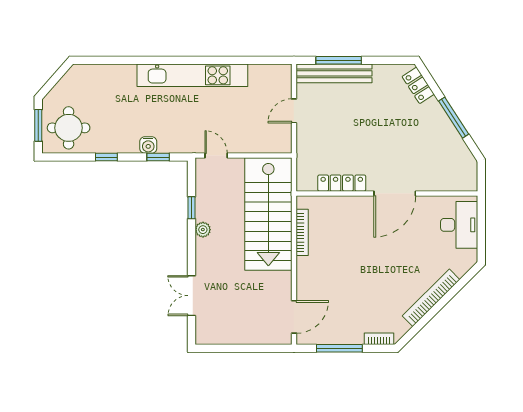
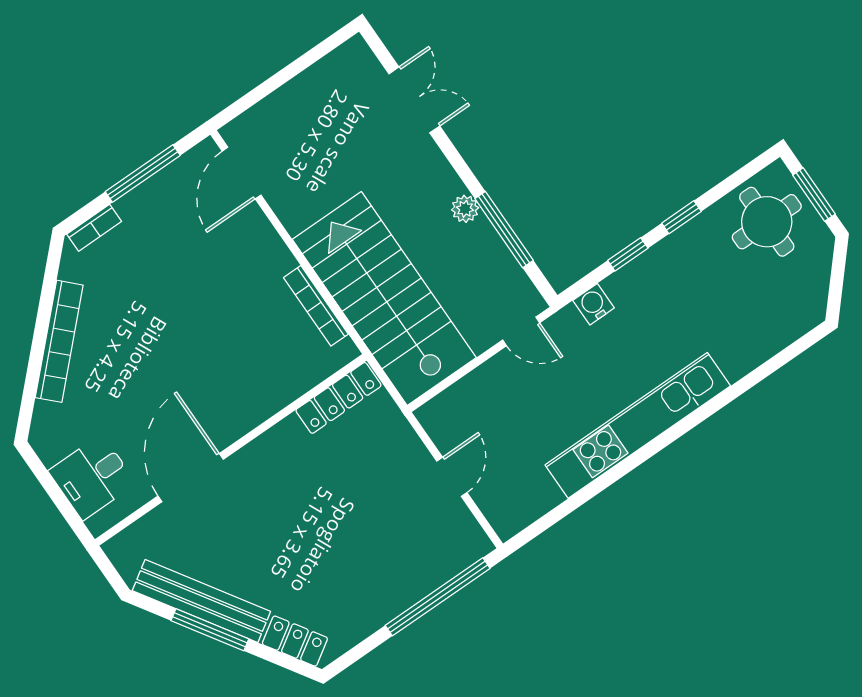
window: (339, 60) -> (438, 597), width x1.46
bench: (334, 73) -> (201, 601), moved, turned 57
water cooler: (148, 145) -> (594, 304), moved
window: (158, 157) -> (628, 254), moved
locker: (342, 183) -> (338, 398), moved
door: (395, 193) -> (191, 478), moved
window: (192, 208) -> (504, 230), width x2.17
desk: (459, 225) -> (92, 477), width x0.73

